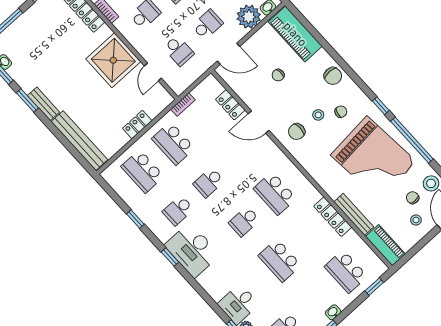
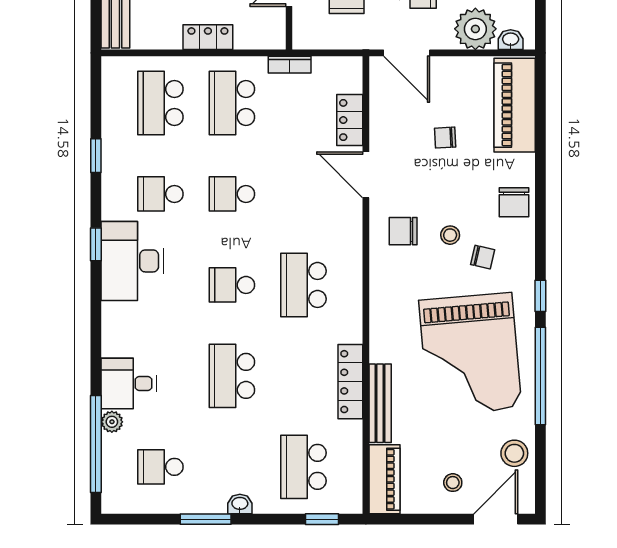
chair: (413, 198) -> (474, 450), removed

